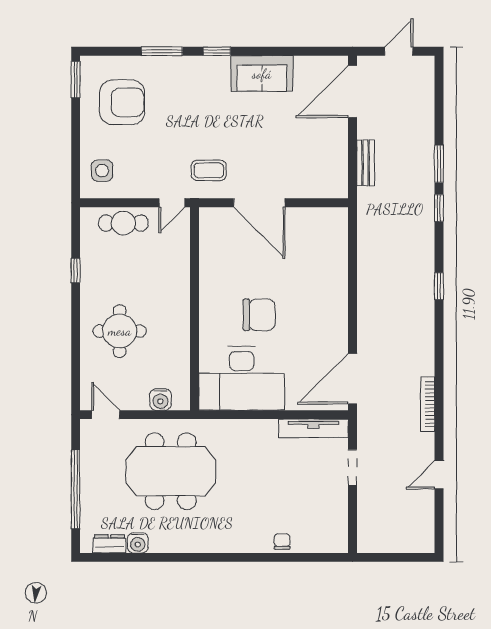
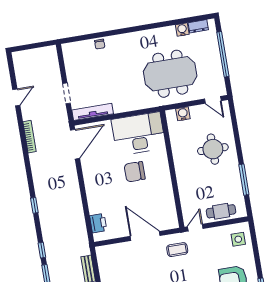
printer: (335, 238) -> (98, 223), added
window: (76, 270) -> (244, 180), width x2.17

